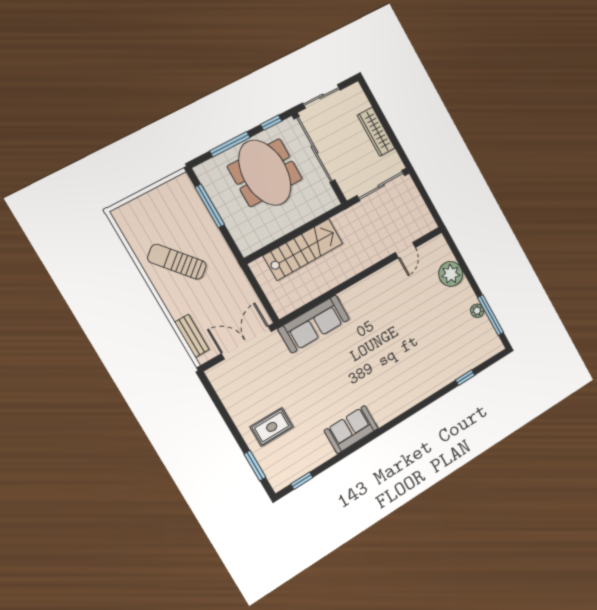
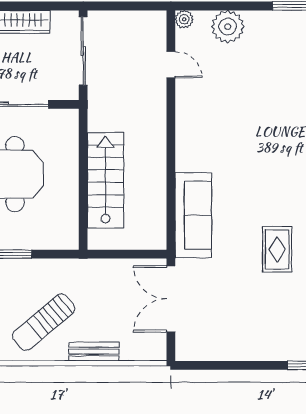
plant: (477, 311) -> (184, 19), moved
bench: (192, 336) -> (94, 352), moved
rug: (272, 427) -> (277, 249), moved

